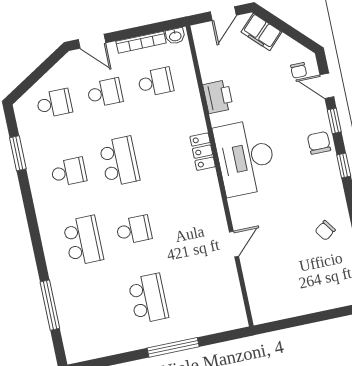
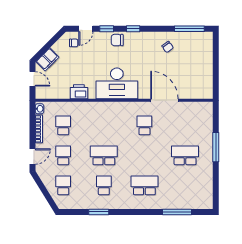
locker: (203, 152) -> (108, 107), removed
window: (18, 153) -> (99, 212), moved
school desk: (134, 230) -> (144, 125), moved
door: (234, 244) -> (164, 100), width x1.87

